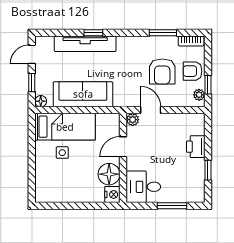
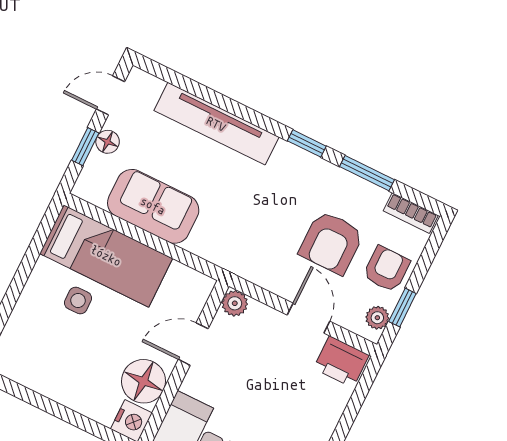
window: (93, 33) -> (307, 143), moved
armchair: (192, 71) -> (386, 269), turned 90
sofa: (83, 94) -> (153, 206), width x0.73
floor lamp: (41, 101) -> (108, 142), moved
door: (151, 110) -> (308, 318), moved
printer: (196, 147) -> (341, 362), moved, turned -90

